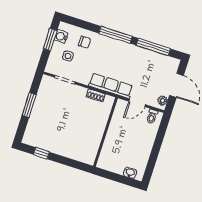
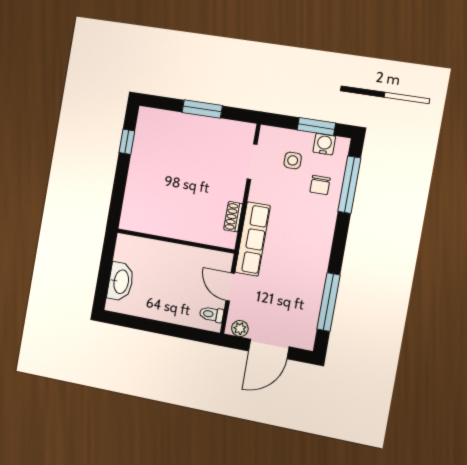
window: (115, 35) -> (349, 185), moved
washbasin: (130, 173) -> (121, 282), width x1.91, depth x1.45

